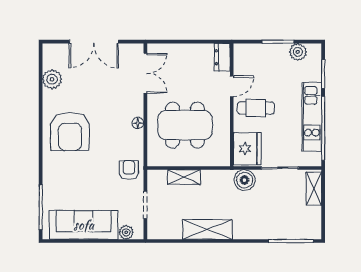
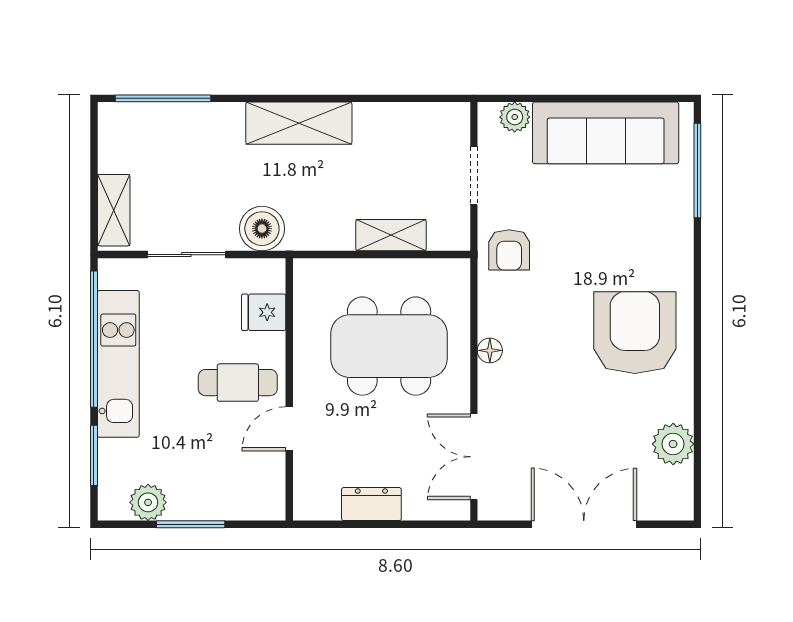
dresser: (222, 57) -> (371, 504), moved, turned -90
fridge: (247, 149) -> (264, 312), width x0.53, depth x0.75
shelving: (207, 229) -> (299, 123), moved

